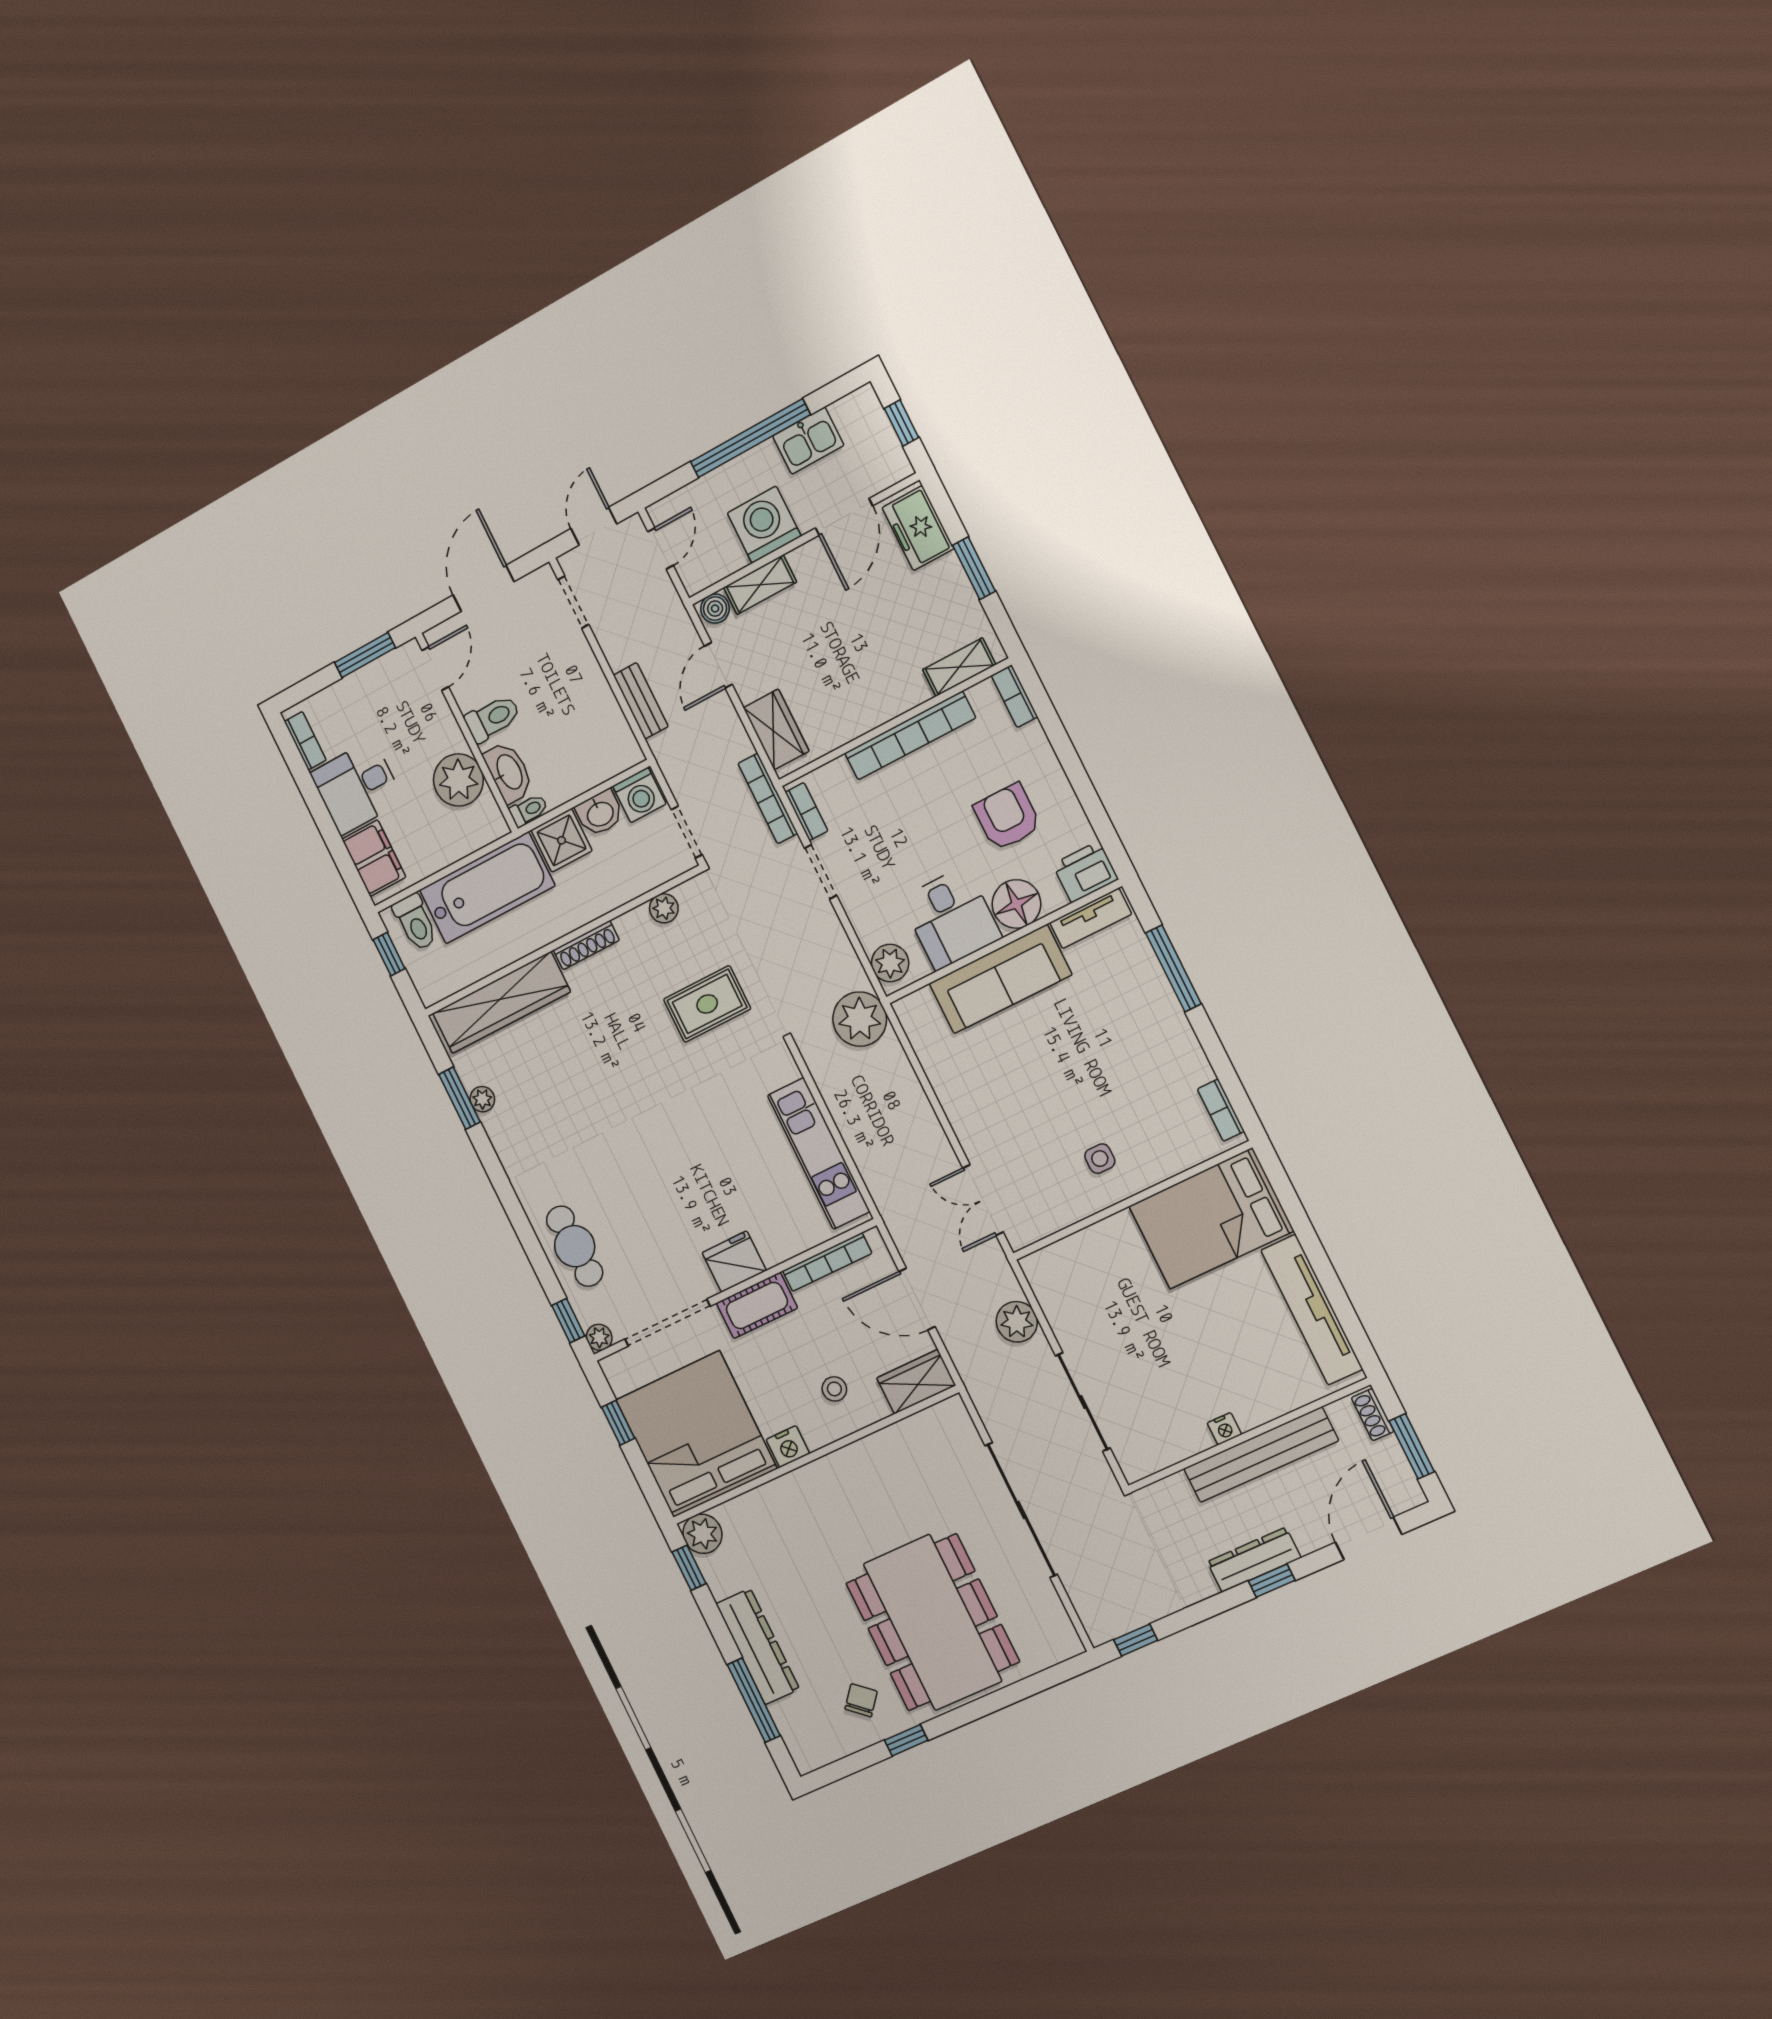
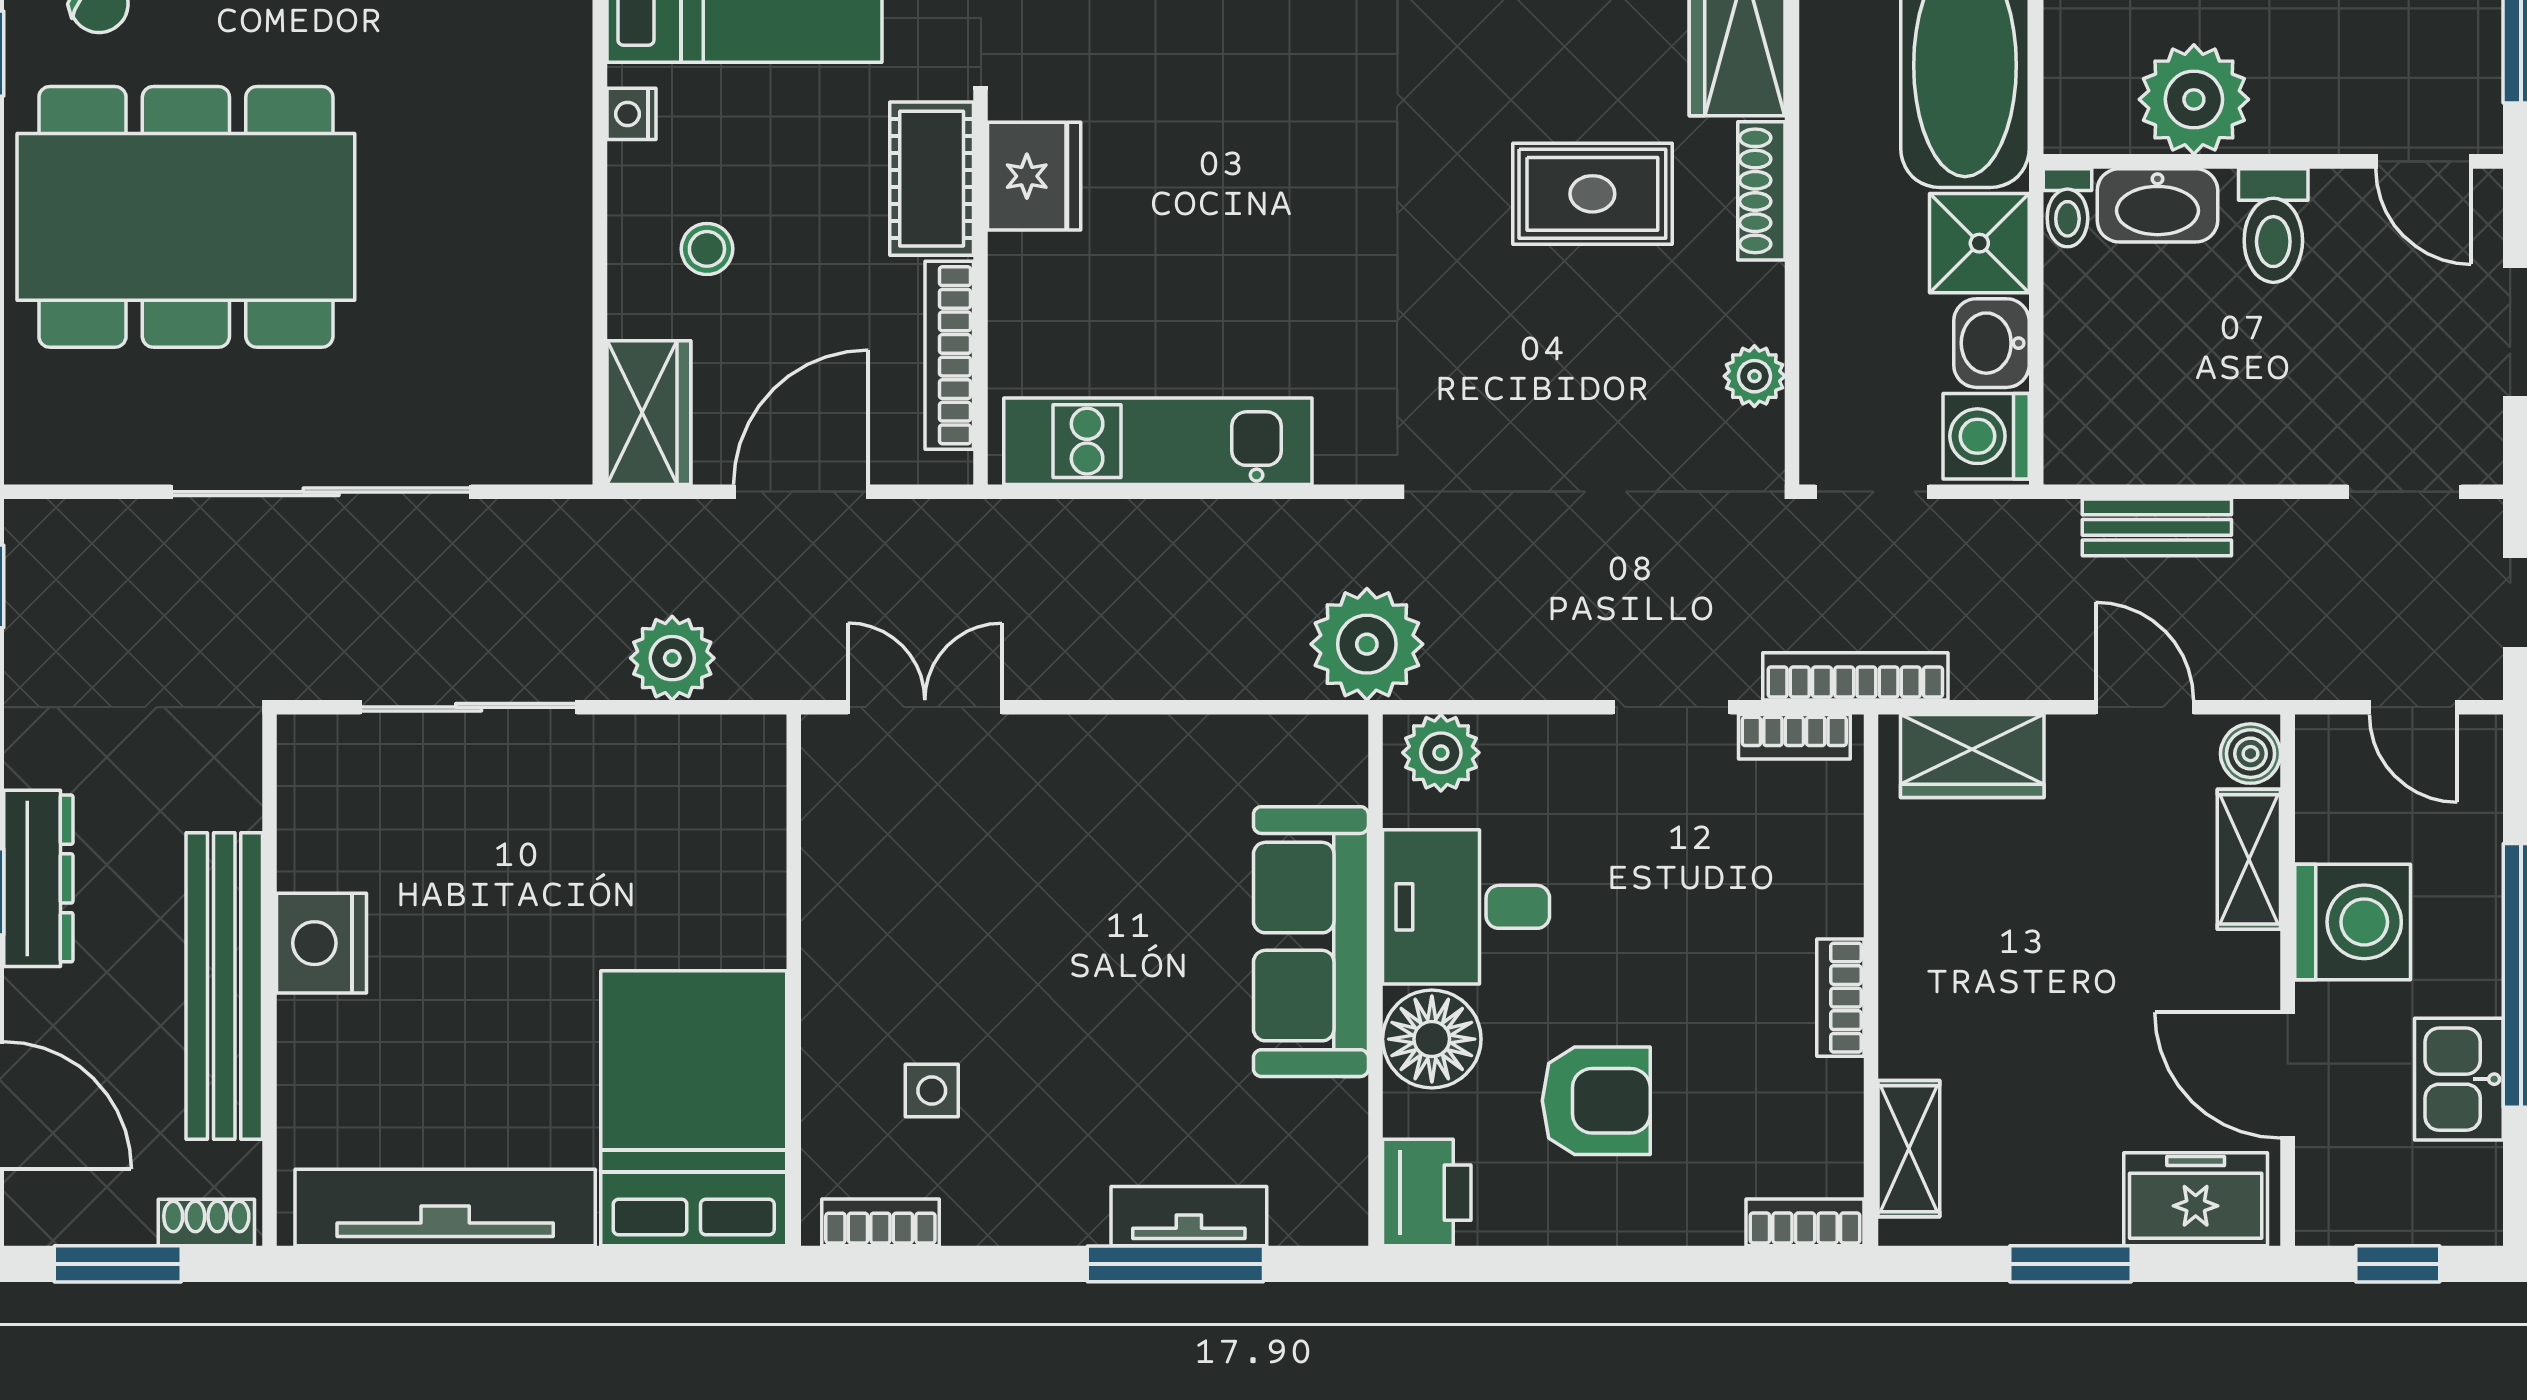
bookcase: (910, 736) -> (1840, 998), width x0.43, depth x0.76
tv unit: (1091, 918) -> (1189, 1216), moved, turned 90
rug: (707, 1004) -> (1592, 194), moved, turned 90
side table: (1100, 1159) -> (932, 1091), moved
nightstand: (1224, 1429) -> (322, 943), width x1.89, depth x1.79
nightstand: (788, 1447) -> (631, 114), width x0.72, depth x0.74

